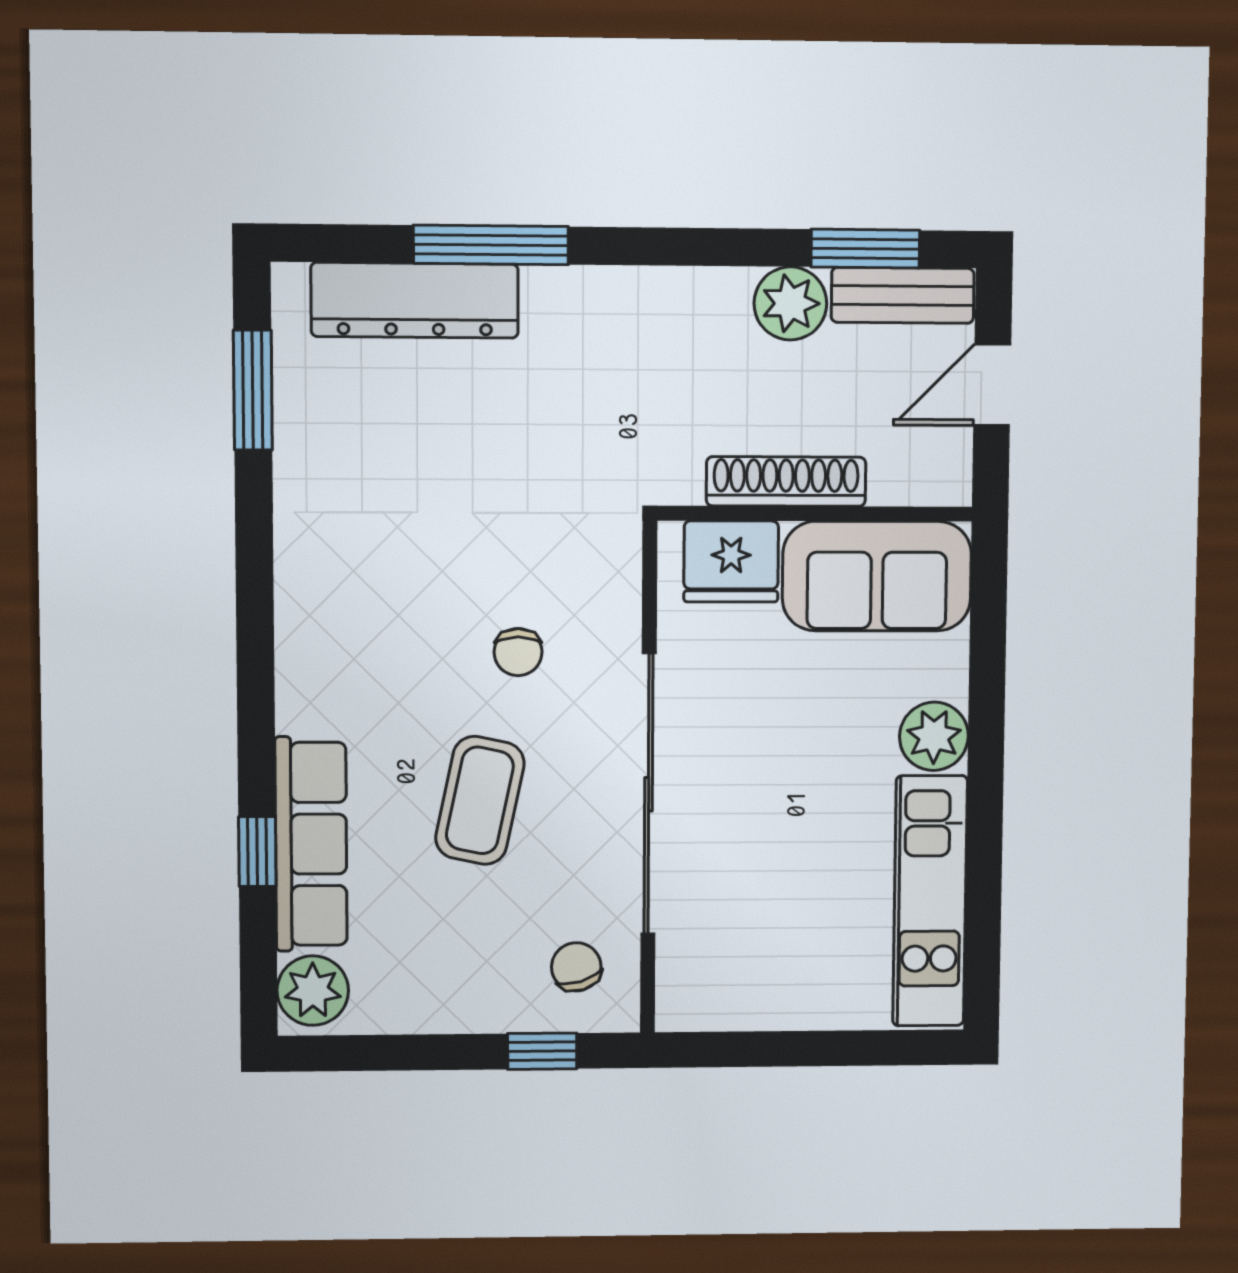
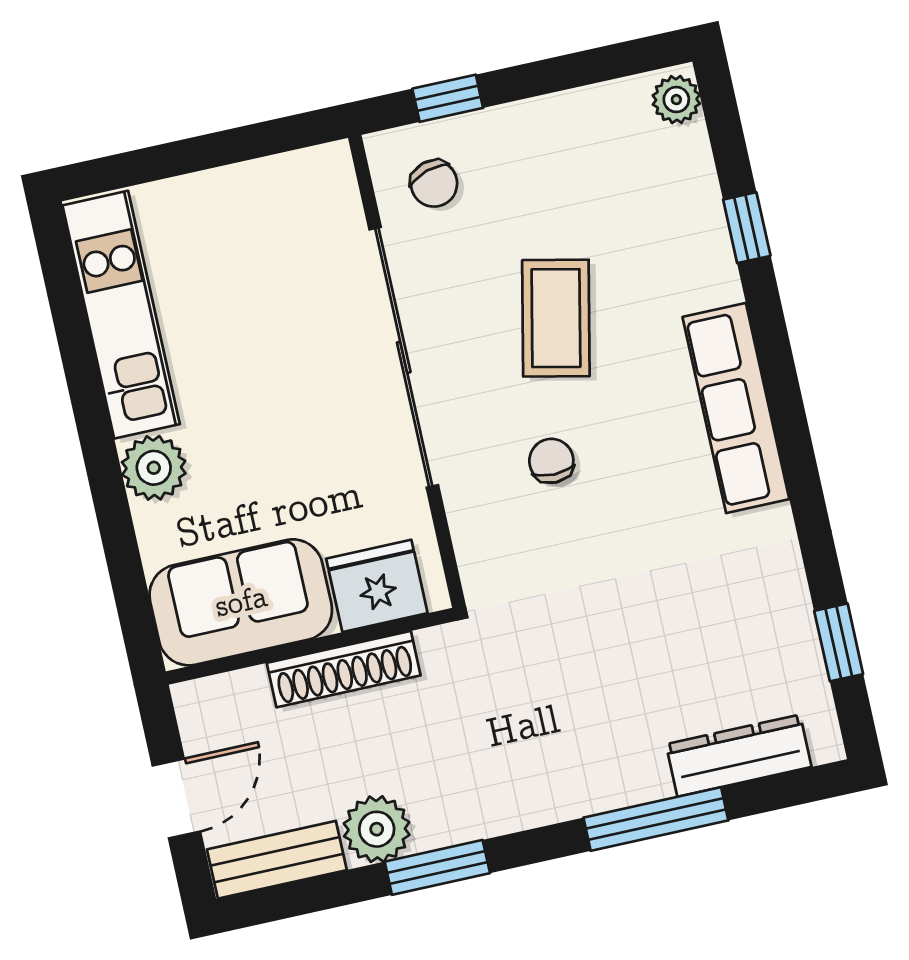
window: (865, 249) -> (437, 867), moved
dresser: (415, 300) -> (739, 756), width x0.73, depth x0.80
window: (253, 390) -> (839, 642), width x0.67
row of seats: (311, 844) -> (736, 408), moved
plant: (313, 991) -> (676, 100), width x0.73, depth x0.73

